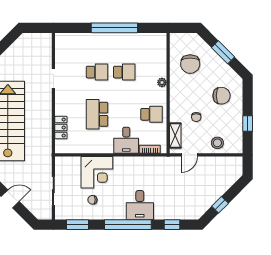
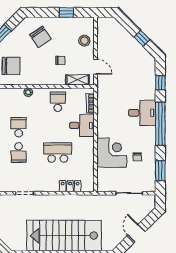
school desk: (97, 72) -> (19, 152), turned 180
chair: (222, 96) -> (40, 37), turned 146
school desk: (97, 114) -> (58, 152), turned 180

